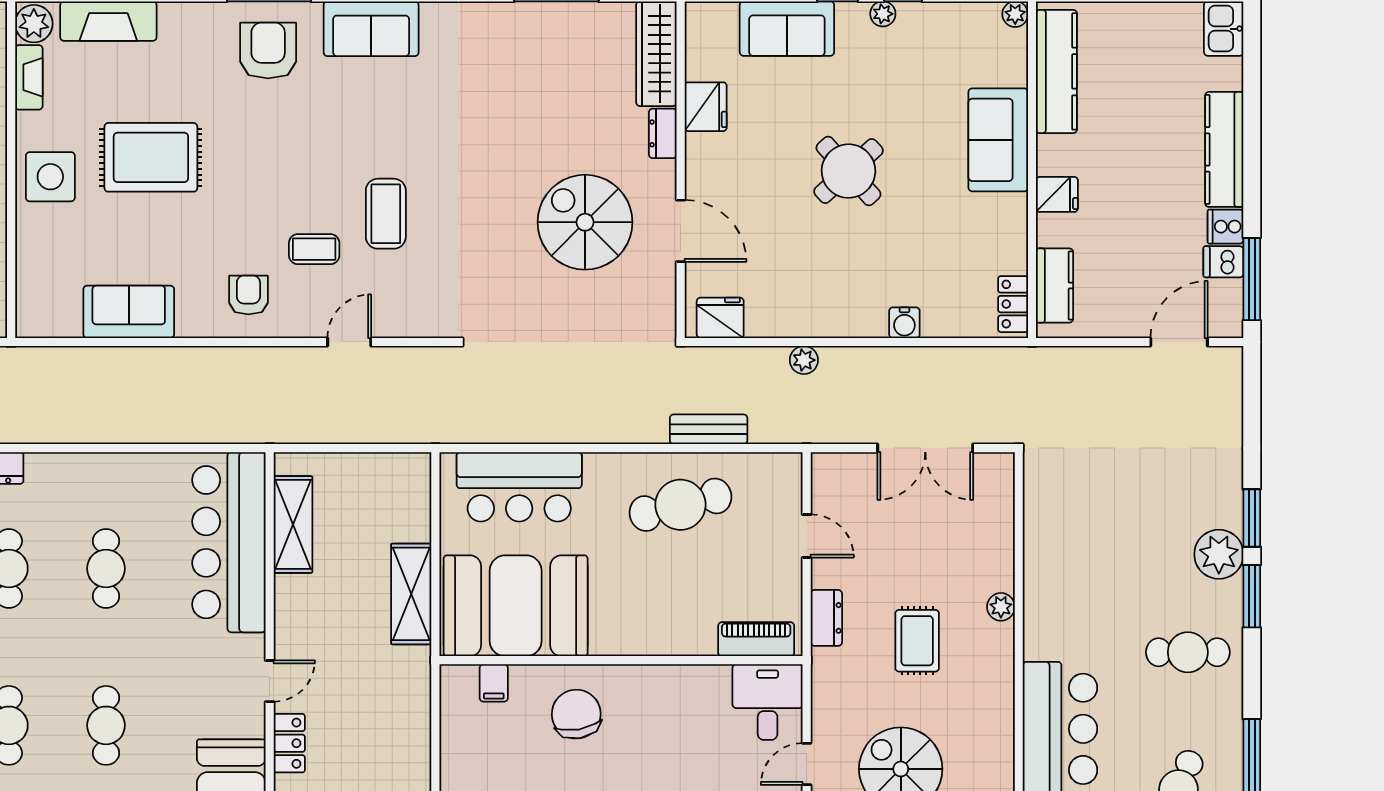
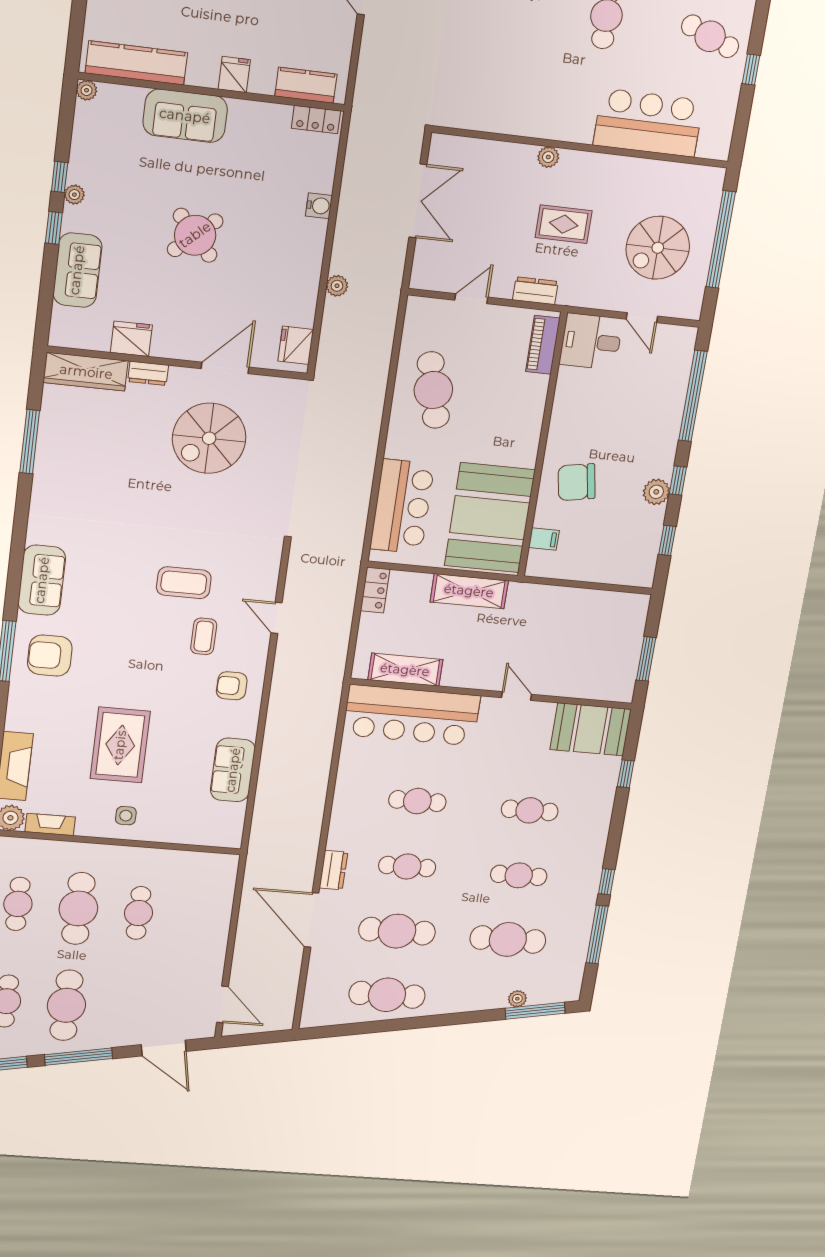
side table: (50, 177) -> (126, 816), width x0.54, depth x0.54
bench: (709, 429) -> (379, 363), removed
locker: (289, 743) -> (375, 590), moved, turned 90

